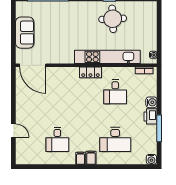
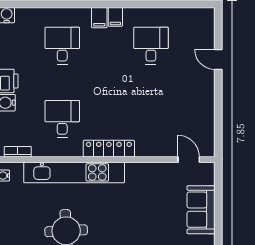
door: (33, 65) -> (189, 160), width x0.53
locker: (90, 72) -> (109, 149), width x1.53
desk: (115, 139) -> (62, 46), width x0.73

